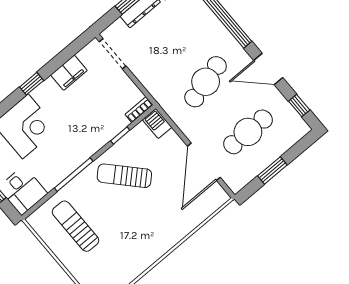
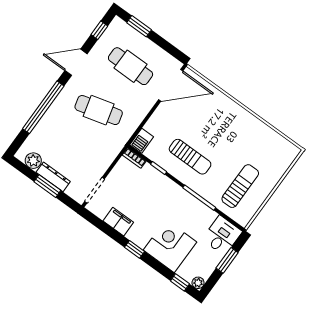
door: (268, 69) -> (76, 62), swing flipped
door: (204, 162) -> (171, 85), moved
window: (272, 170) -> (139, 26), moved
sun lounger: (124, 176) -> (190, 157), turned -47
sun lounger: (75, 226) -> (240, 186), turned 180

